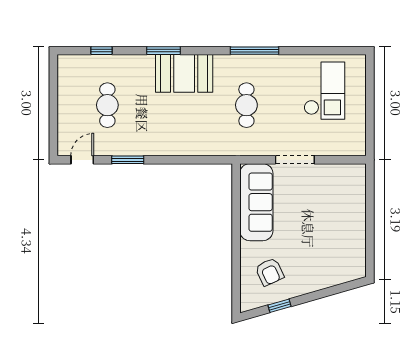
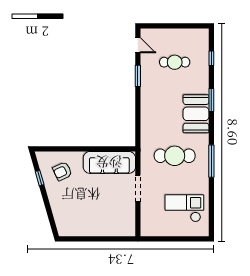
checkout: (324, 91) -> (184, 208), turned 180
cafe table: (246, 105) -> (175, 156), width x1.37, depth x1.35

